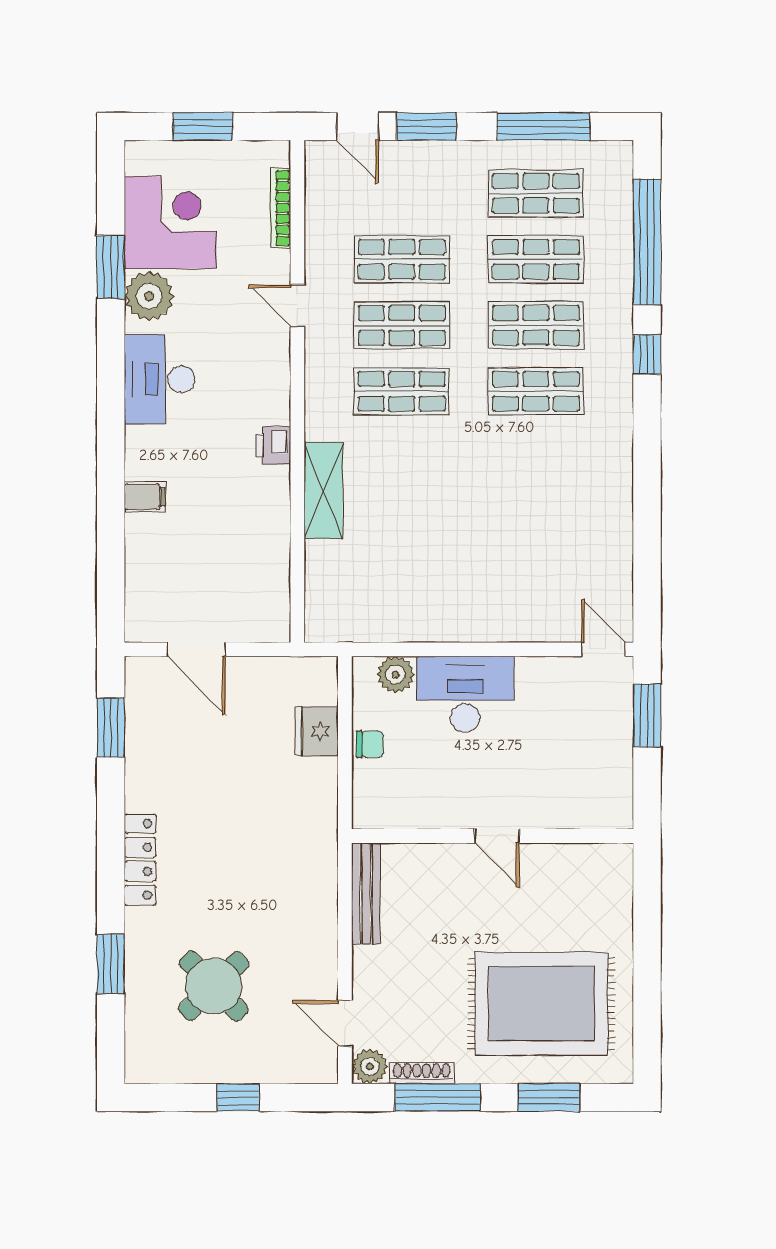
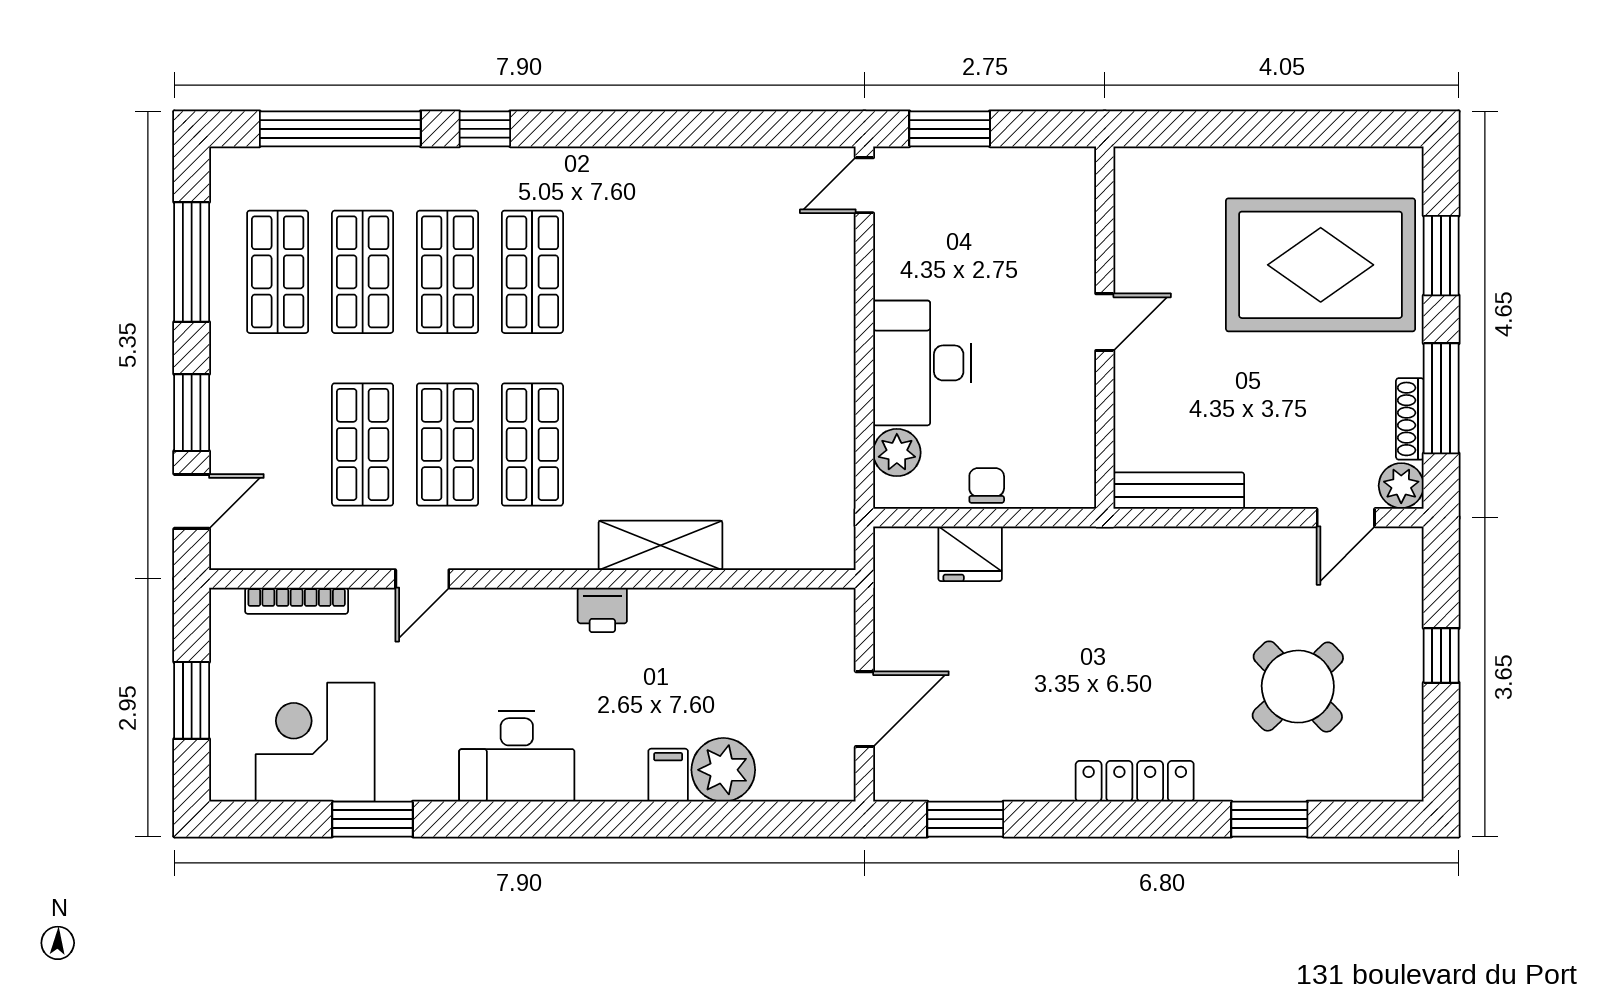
plant: (149, 296) -> (723, 770), moved
rug: (541, 1004) -> (1321, 265), turned 90

